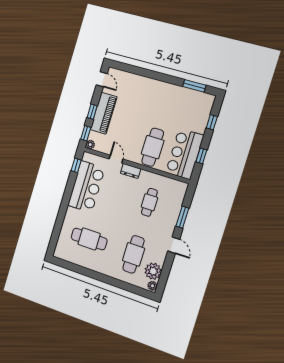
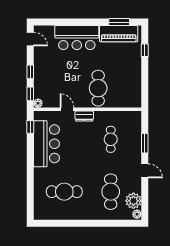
piano: (104, 113) -> (119, 34), moved, turned 90
bar counter: (185, 154) -> (77, 38), moved, turned -90
window: (201, 156) -> (145, 83), removed

